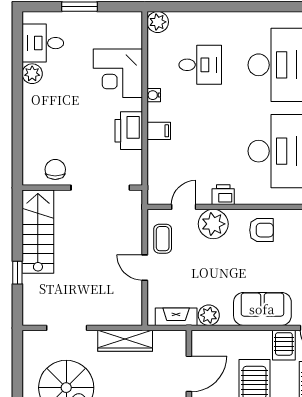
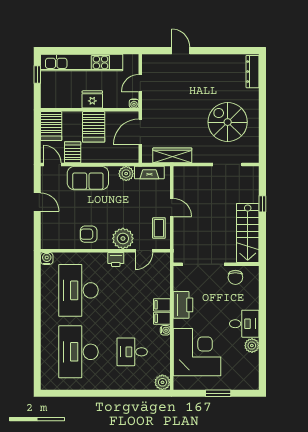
desk: (43, 43) -> (244, 324), moved
corner desk: (118, 73) -> (197, 352), width x1.36, depth x1.36
filing cabinet: (159, 112) -> (162, 318), added
wardrobe: (125, 341) -> (172, 155), moved

